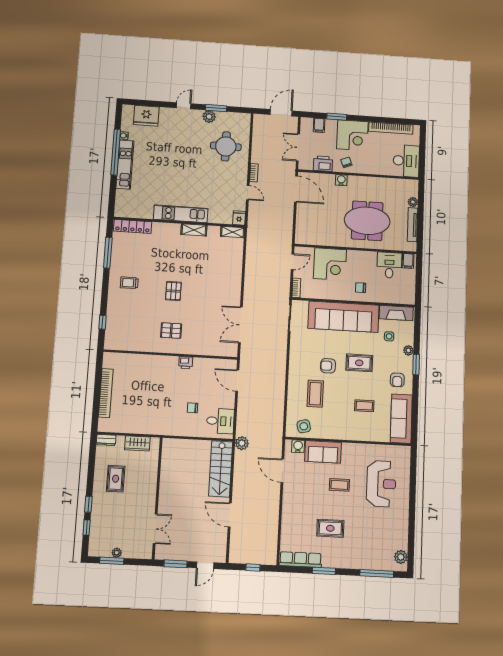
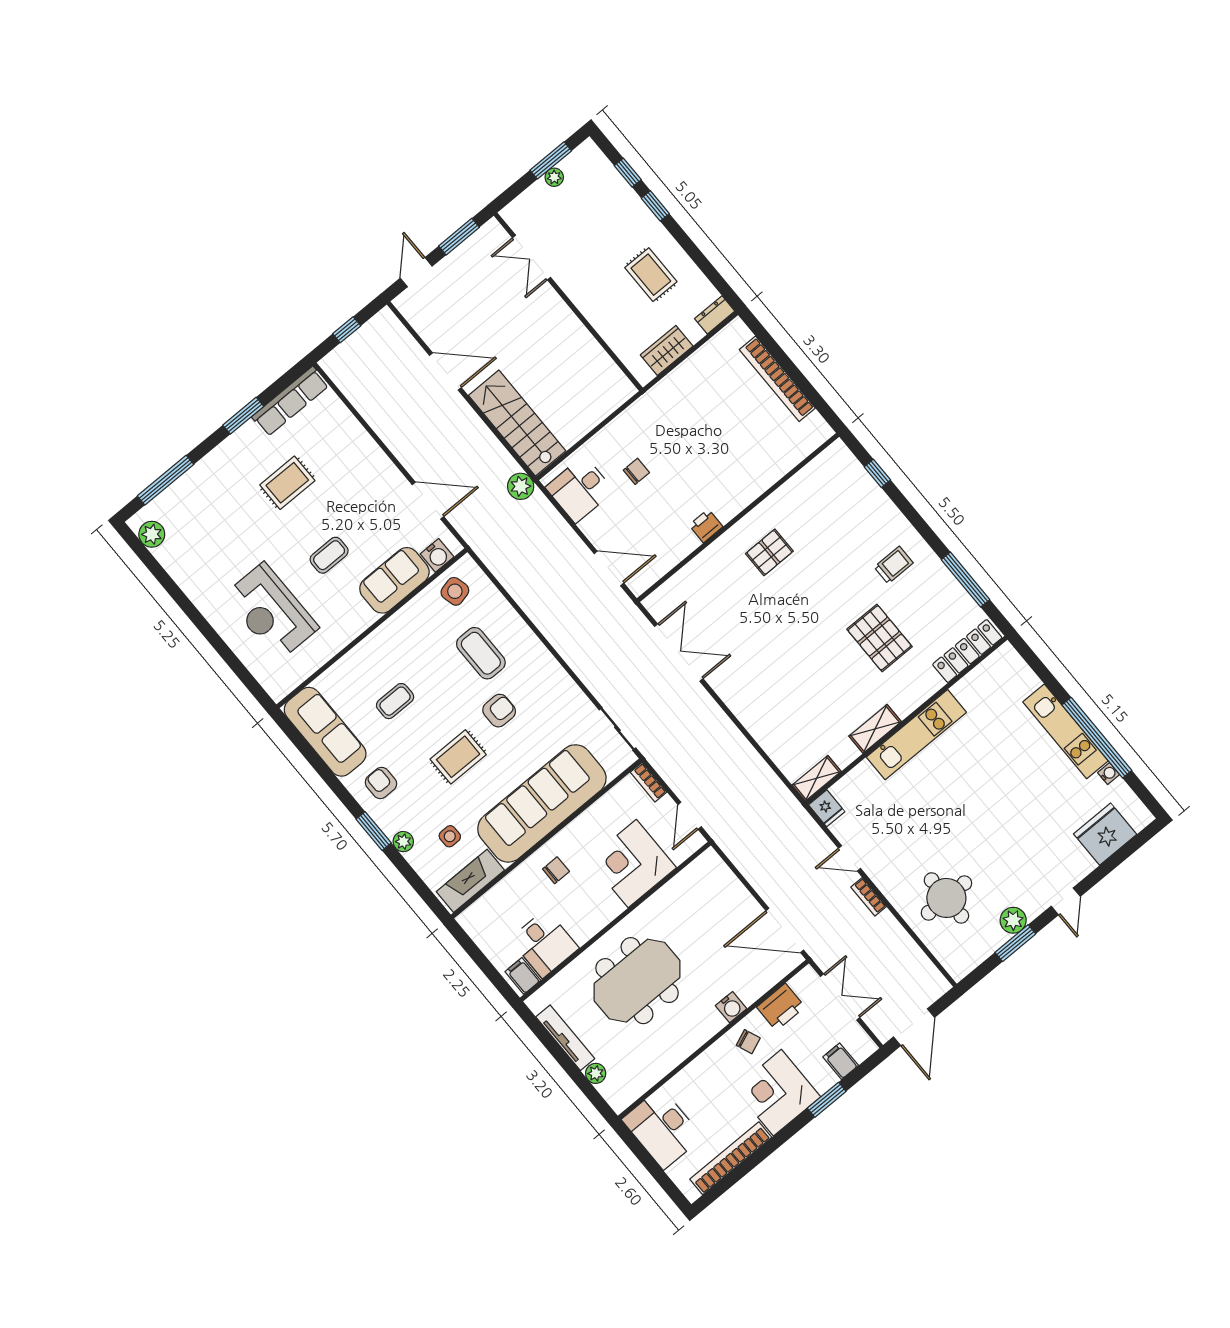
pallet: (173, 291) -> (879, 638), moved, width x1.50, depth x1.42

